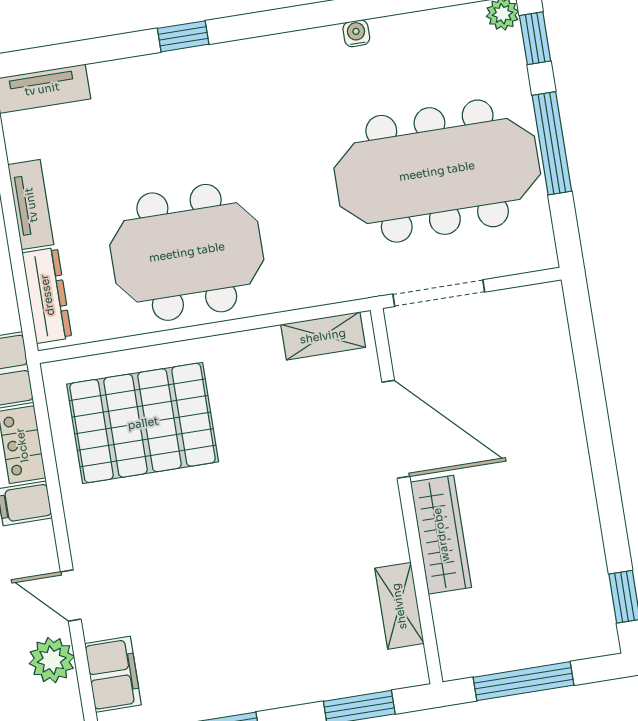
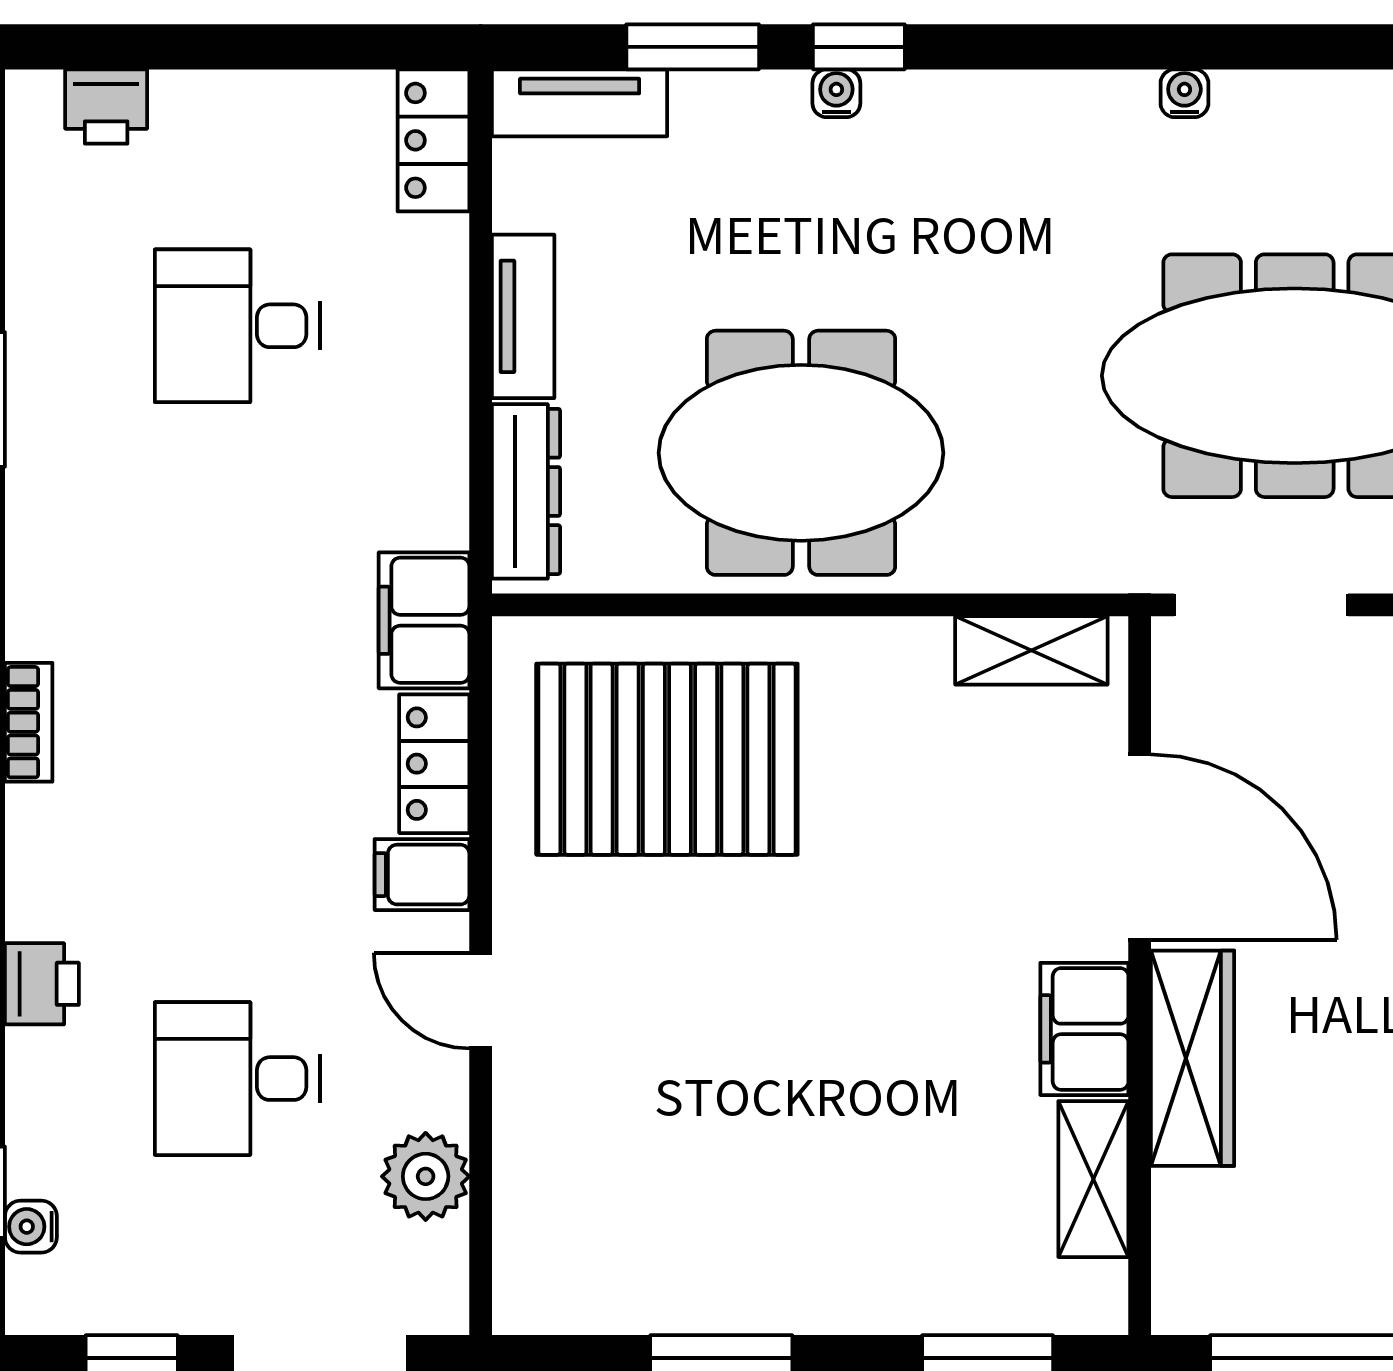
window: (97, 50) -> (693, 47), added
water cooler: (175, 62) -> (836, 93), added
door: (71, 596) -> (481, 1001), moved
filing cabinet: (113, 674) -> (1084, 1029), moved, turned 180

